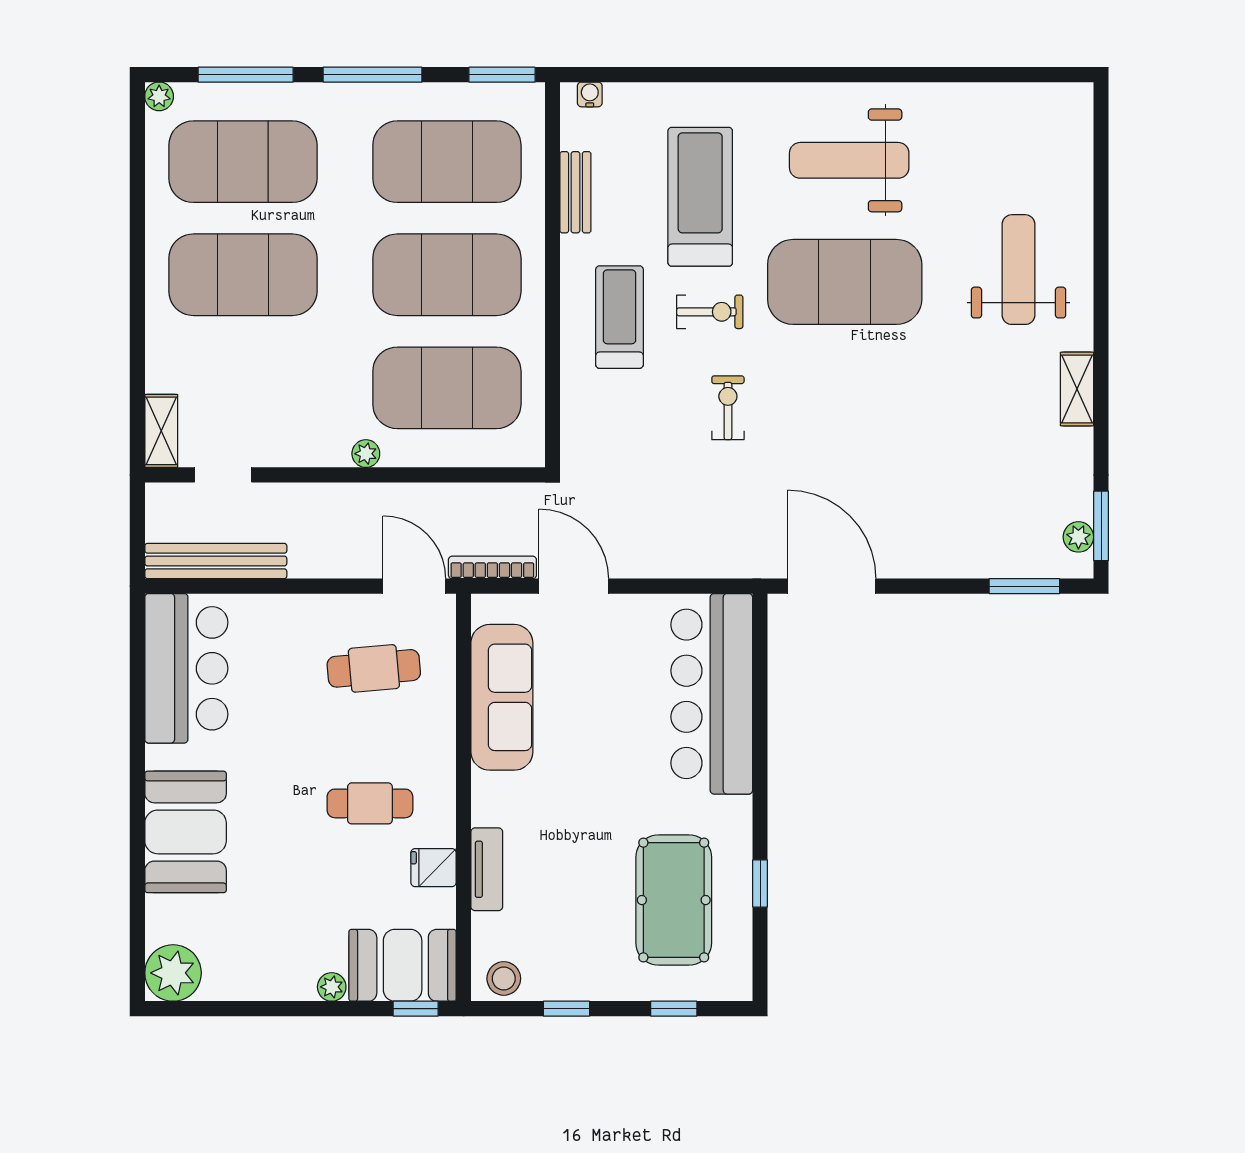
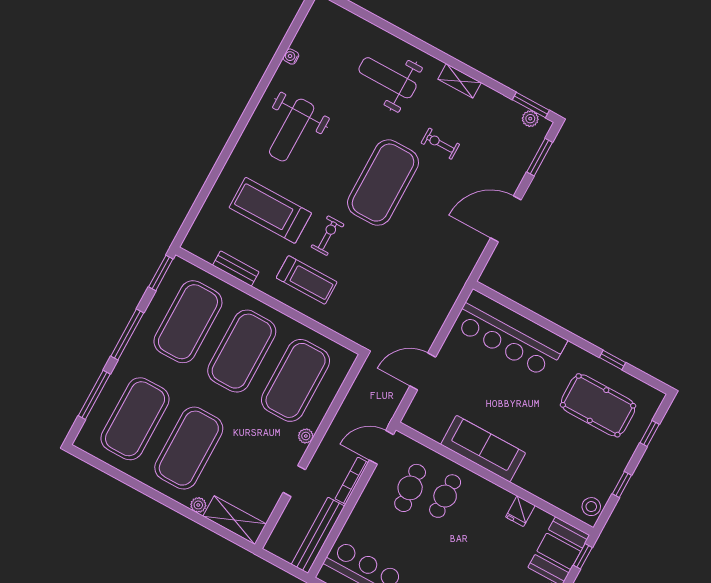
water cooler: (590, 94) -> (291, 57), moved
plant: (159, 96) -> (198, 505), moved
exercise mat: (845, 282) -> (383, 183), moved
treadmill: (619, 317) -> (307, 280), turned 180
exercise bike: (728, 408) -> (440, 144), moved
shelving: (161, 431) -> (235, 520), width x1.50, depth x1.33
doorway: (223, 475) -> (294, 481), moved
bookcase: (492, 567) -> (352, 481), moved
door: (832, 586) -> (506, 219), moved
sofa: (502, 697) -> (483, 449), moved
cafe table: (370, 803) -> (445, 496), moved
tv unit: (487, 869) -> (535, 486), removed

